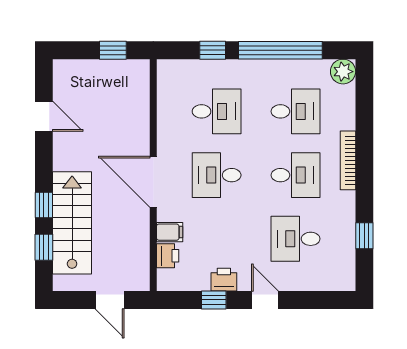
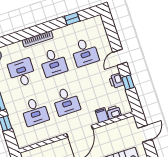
desk: (217, 111) -> (35, 112), turned 180
desk: (296, 175) -> (53, 62), turned 180

